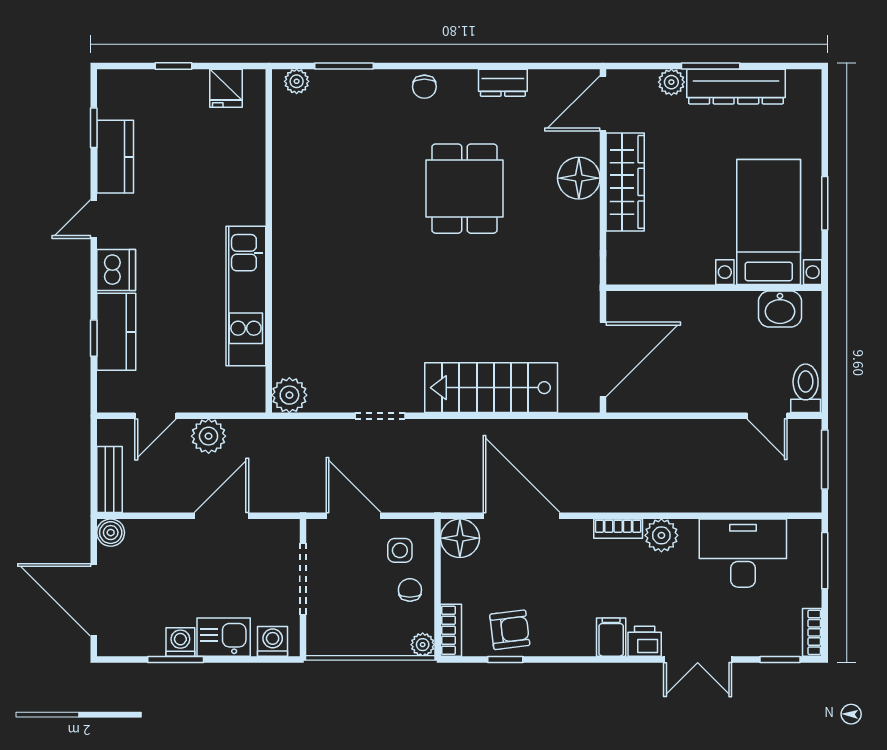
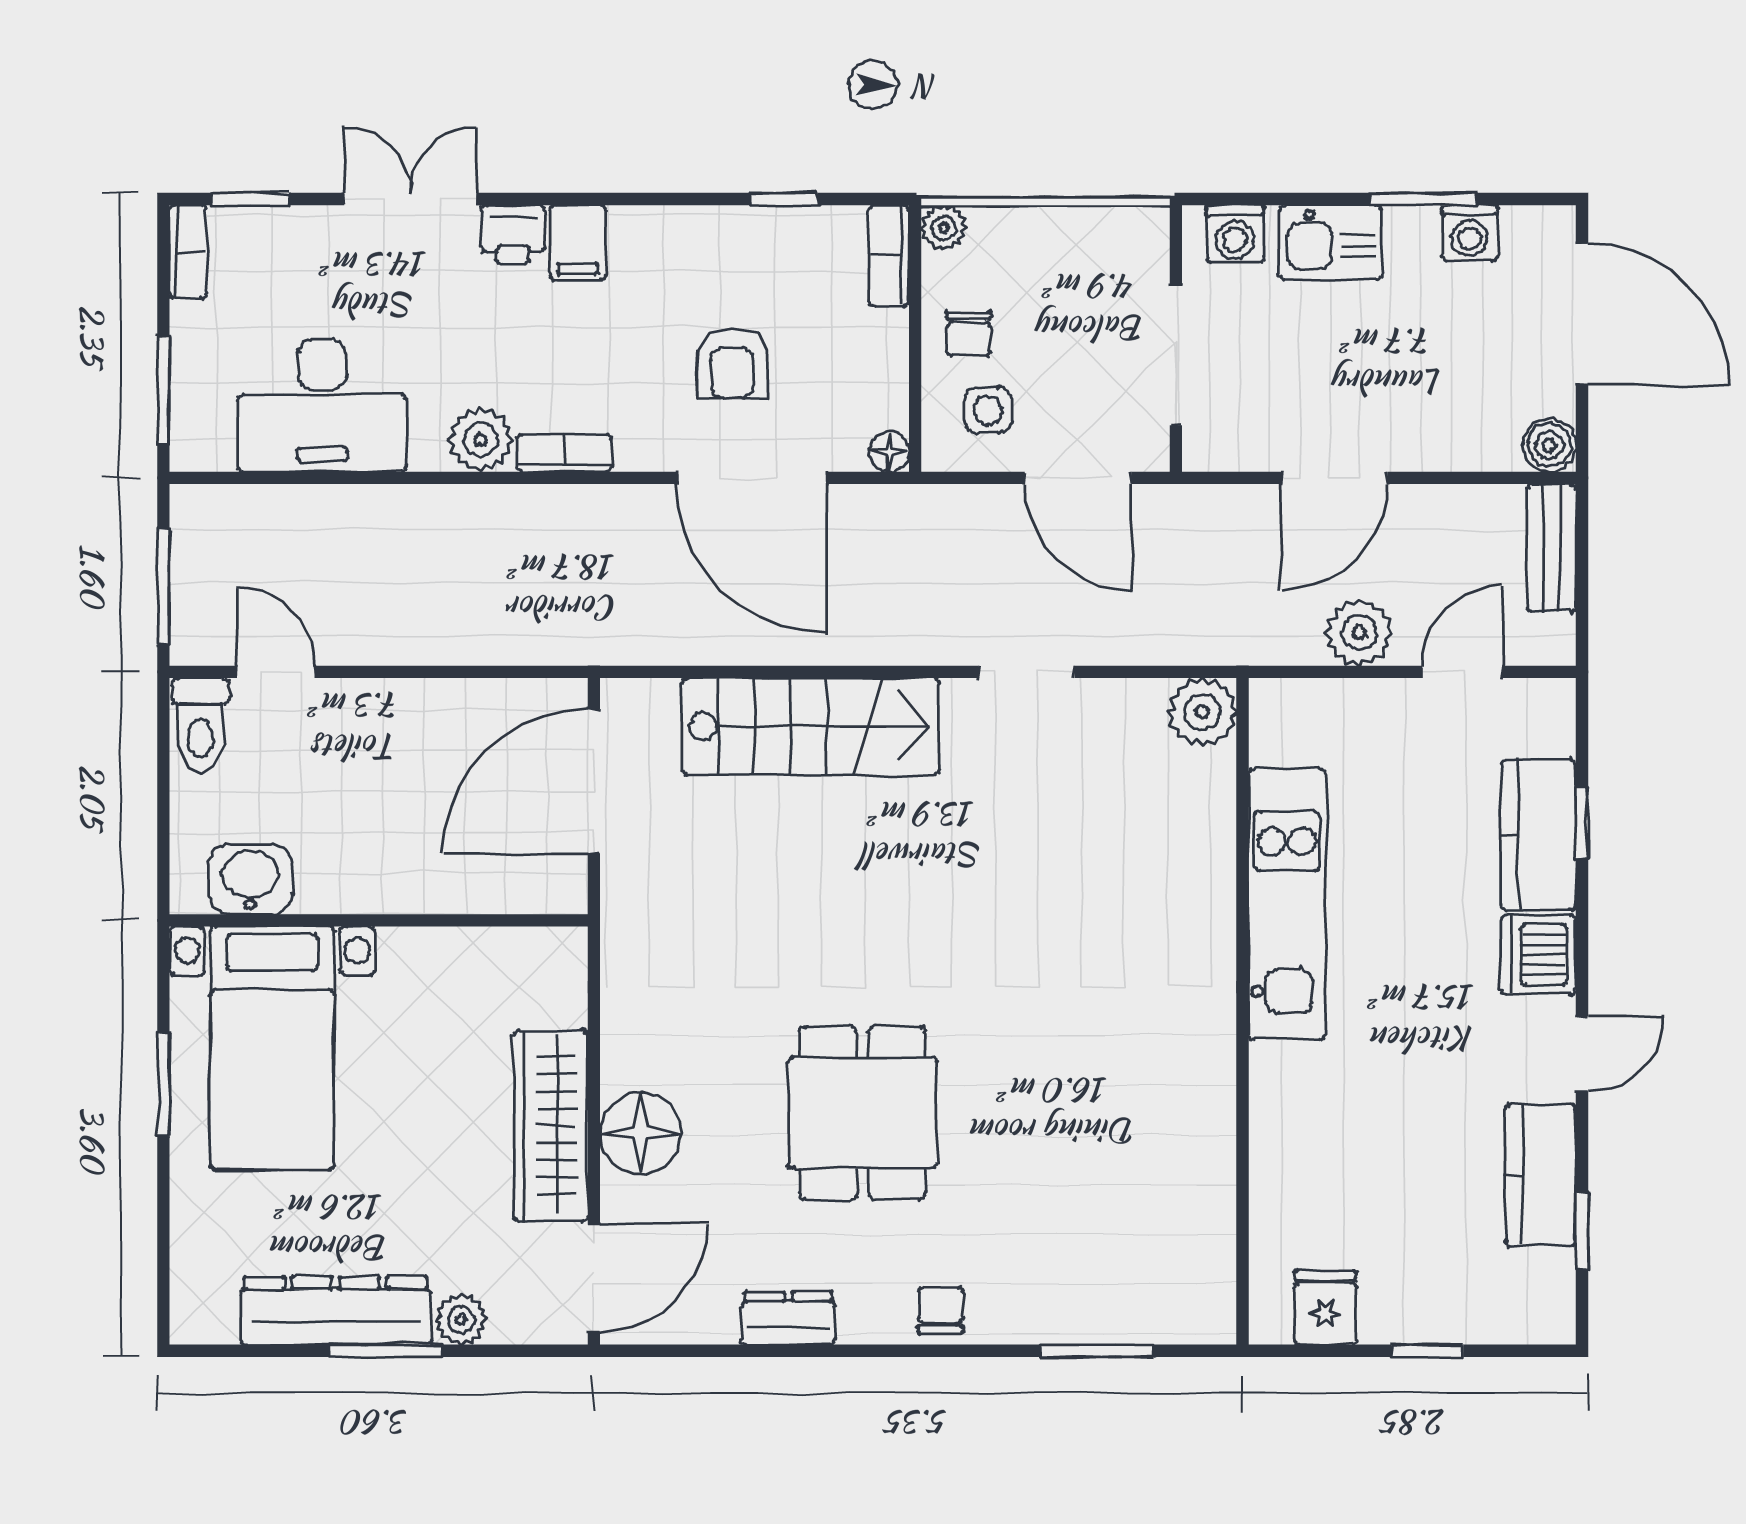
plant: (297, 81) -> (1188, 1321), removed
floor lamp: (460, 538) -> (889, 452), width x0.53, depth x0.53
armchair: (510, 630) -> (732, 363), moved, turned -83
washing machine: (180, 642) -> (1470, 233), moved

